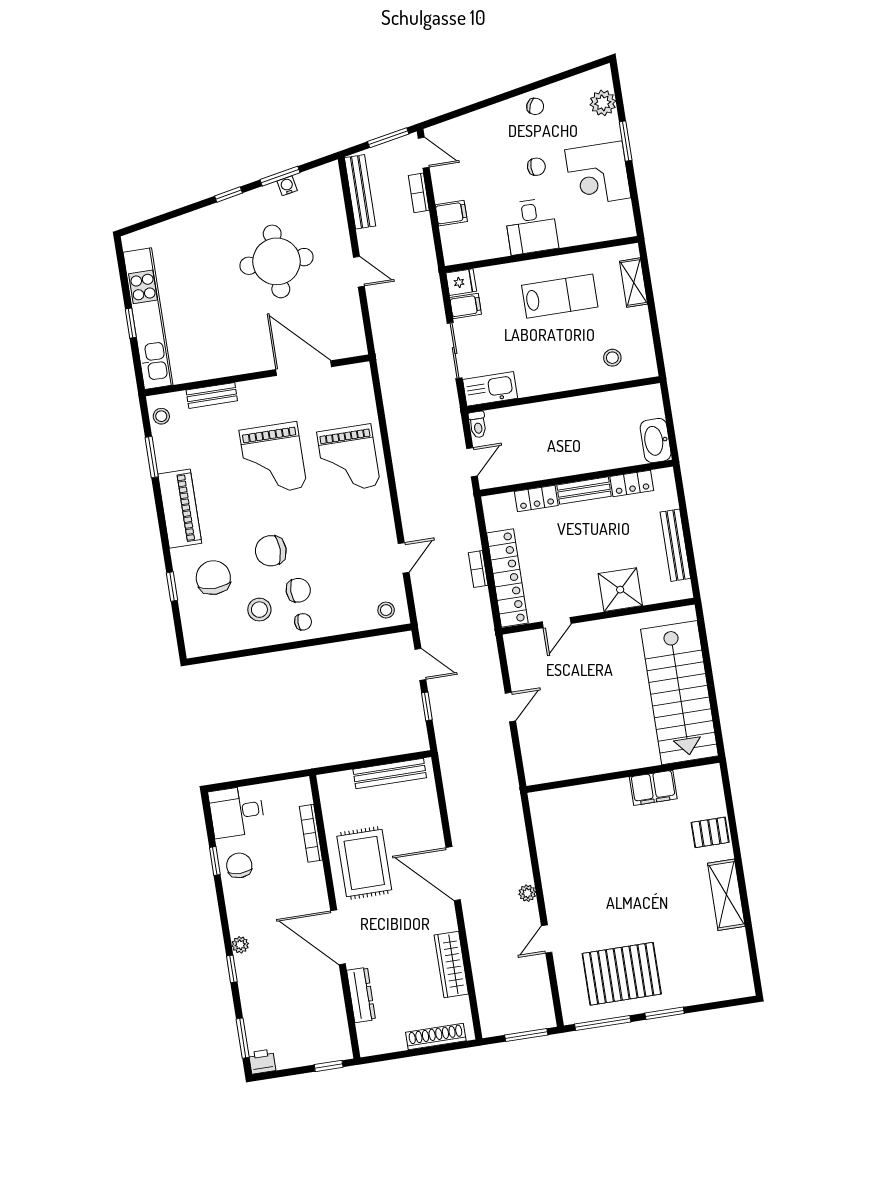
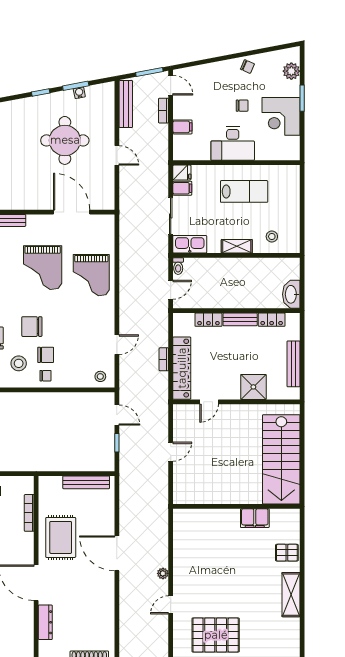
desk: (531, 226) -> (233, 144), width x1.37
shelving: (634, 283) -> (237, 246), moved, turned 90
wardrobe: (451, 965) -> (107, 612), removed

